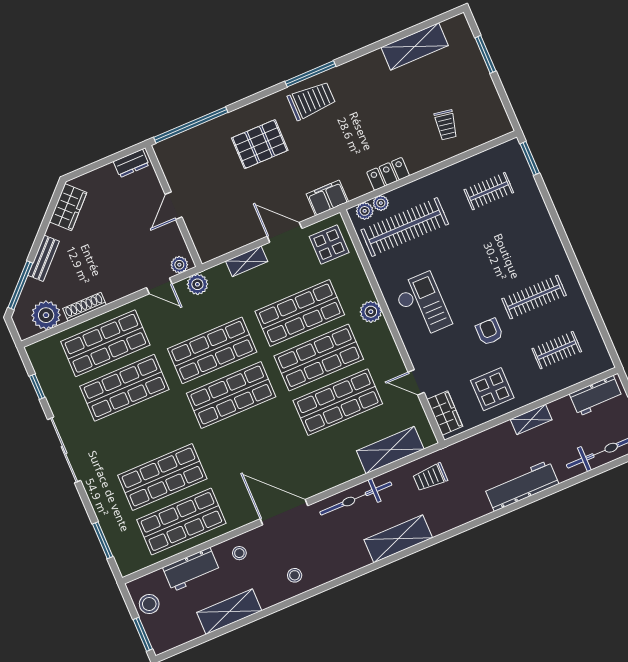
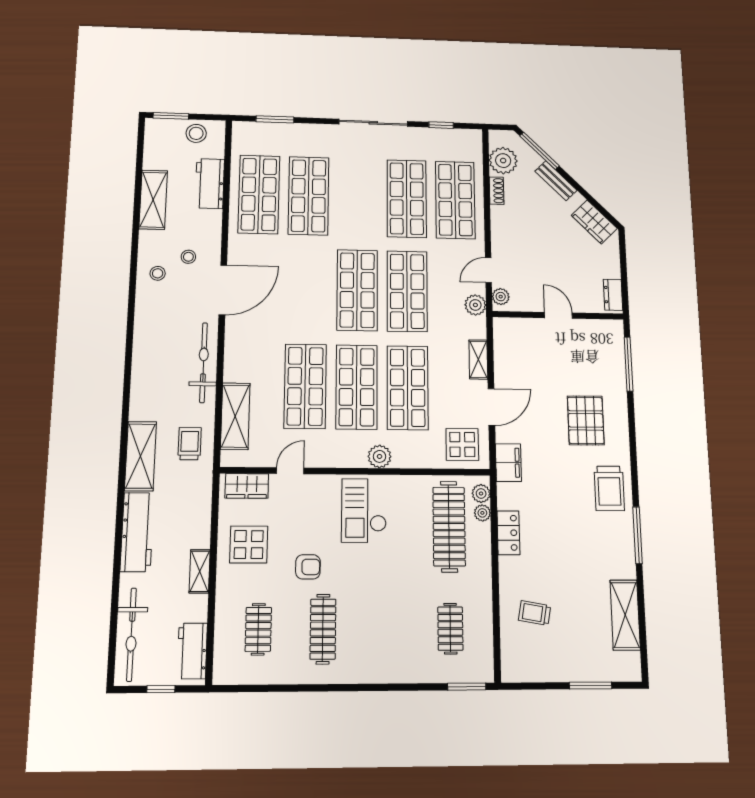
window: (310, 74) -> (638, 535), moved
window: (191, 125) -> (629, 364), width x0.68
checkout: (423, 305) -> (364, 510), turned 90
shoe rack: (84, 307) -> (497, 191), width x0.70
shelving: (398, 539) -> (141, 456), moved
stool: (239, 553) -> (188, 257), moved

